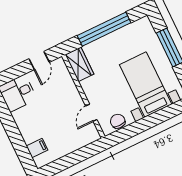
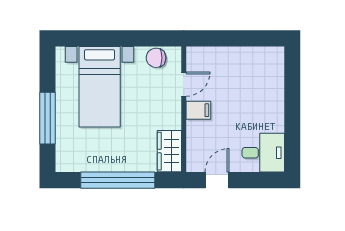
chair: (118, 121) -> (156, 58), turned 90
filing cabinet: (37, 148) -> (198, 110), moved, turned 180

